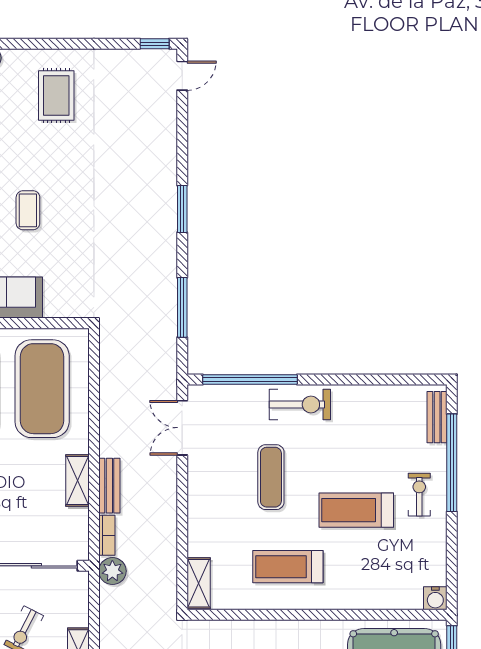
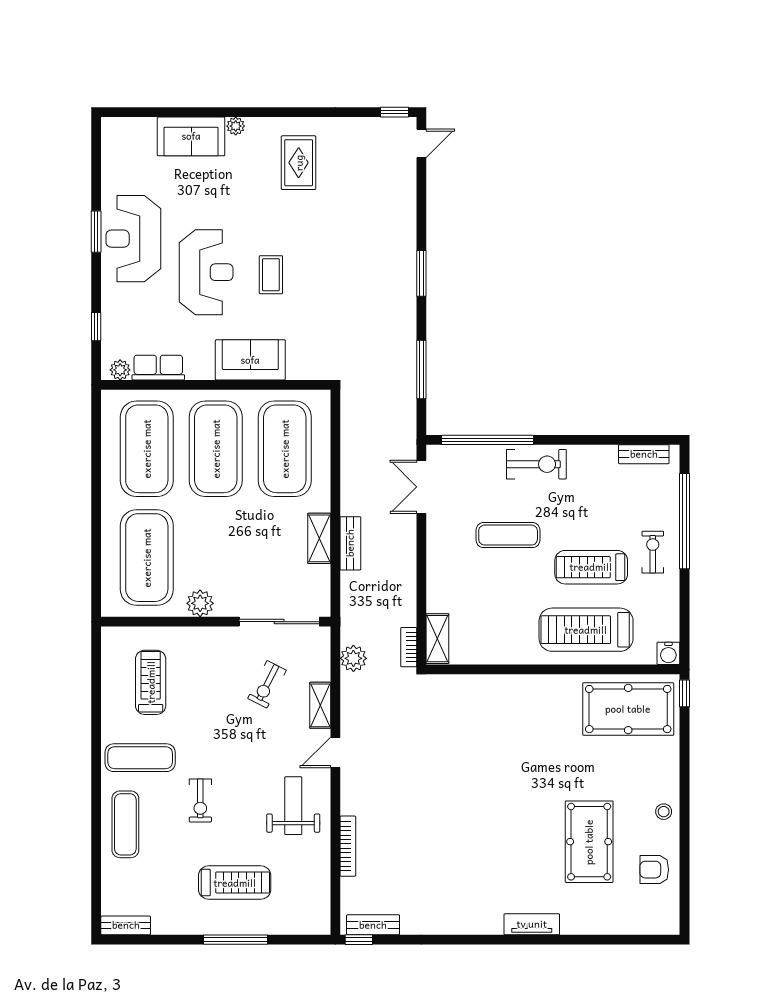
bench: (437, 417) -> (644, 454), moved, turned 90
exercise mat: (271, 477) -> (508, 535), turned 90
bookcase: (107, 535) -> (409, 647), moved, turned 180
treadmill: (288, 567) -> (586, 630), moved, width x1.37, depth x1.38
plant: (112, 571) -> (353, 658), moved

